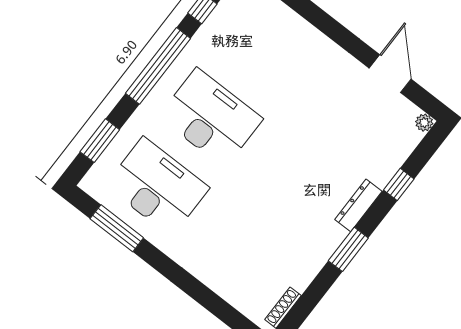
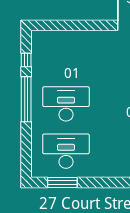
window: (100, 141) -> (26, 151), removed

